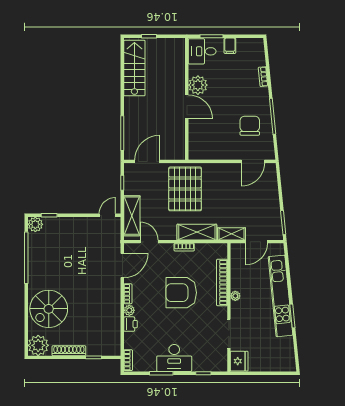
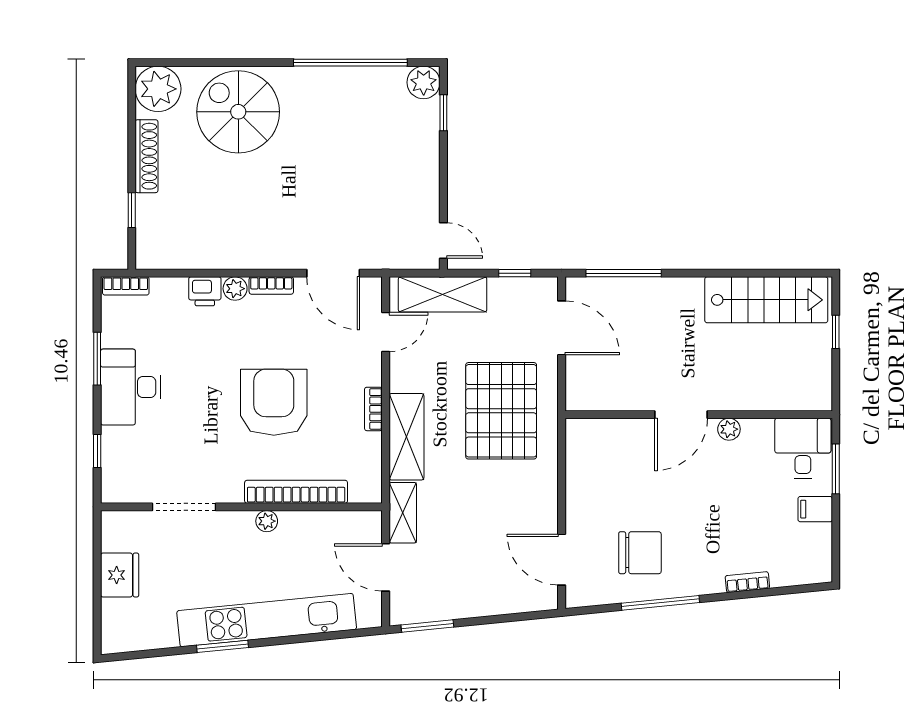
plant: (198, 85) -> (729, 429), width x0.53, depth x0.53
pallet: (185, 189) -> (501, 411), turned 90
fridge: (239, 361) -> (120, 575), moved, turned -90

